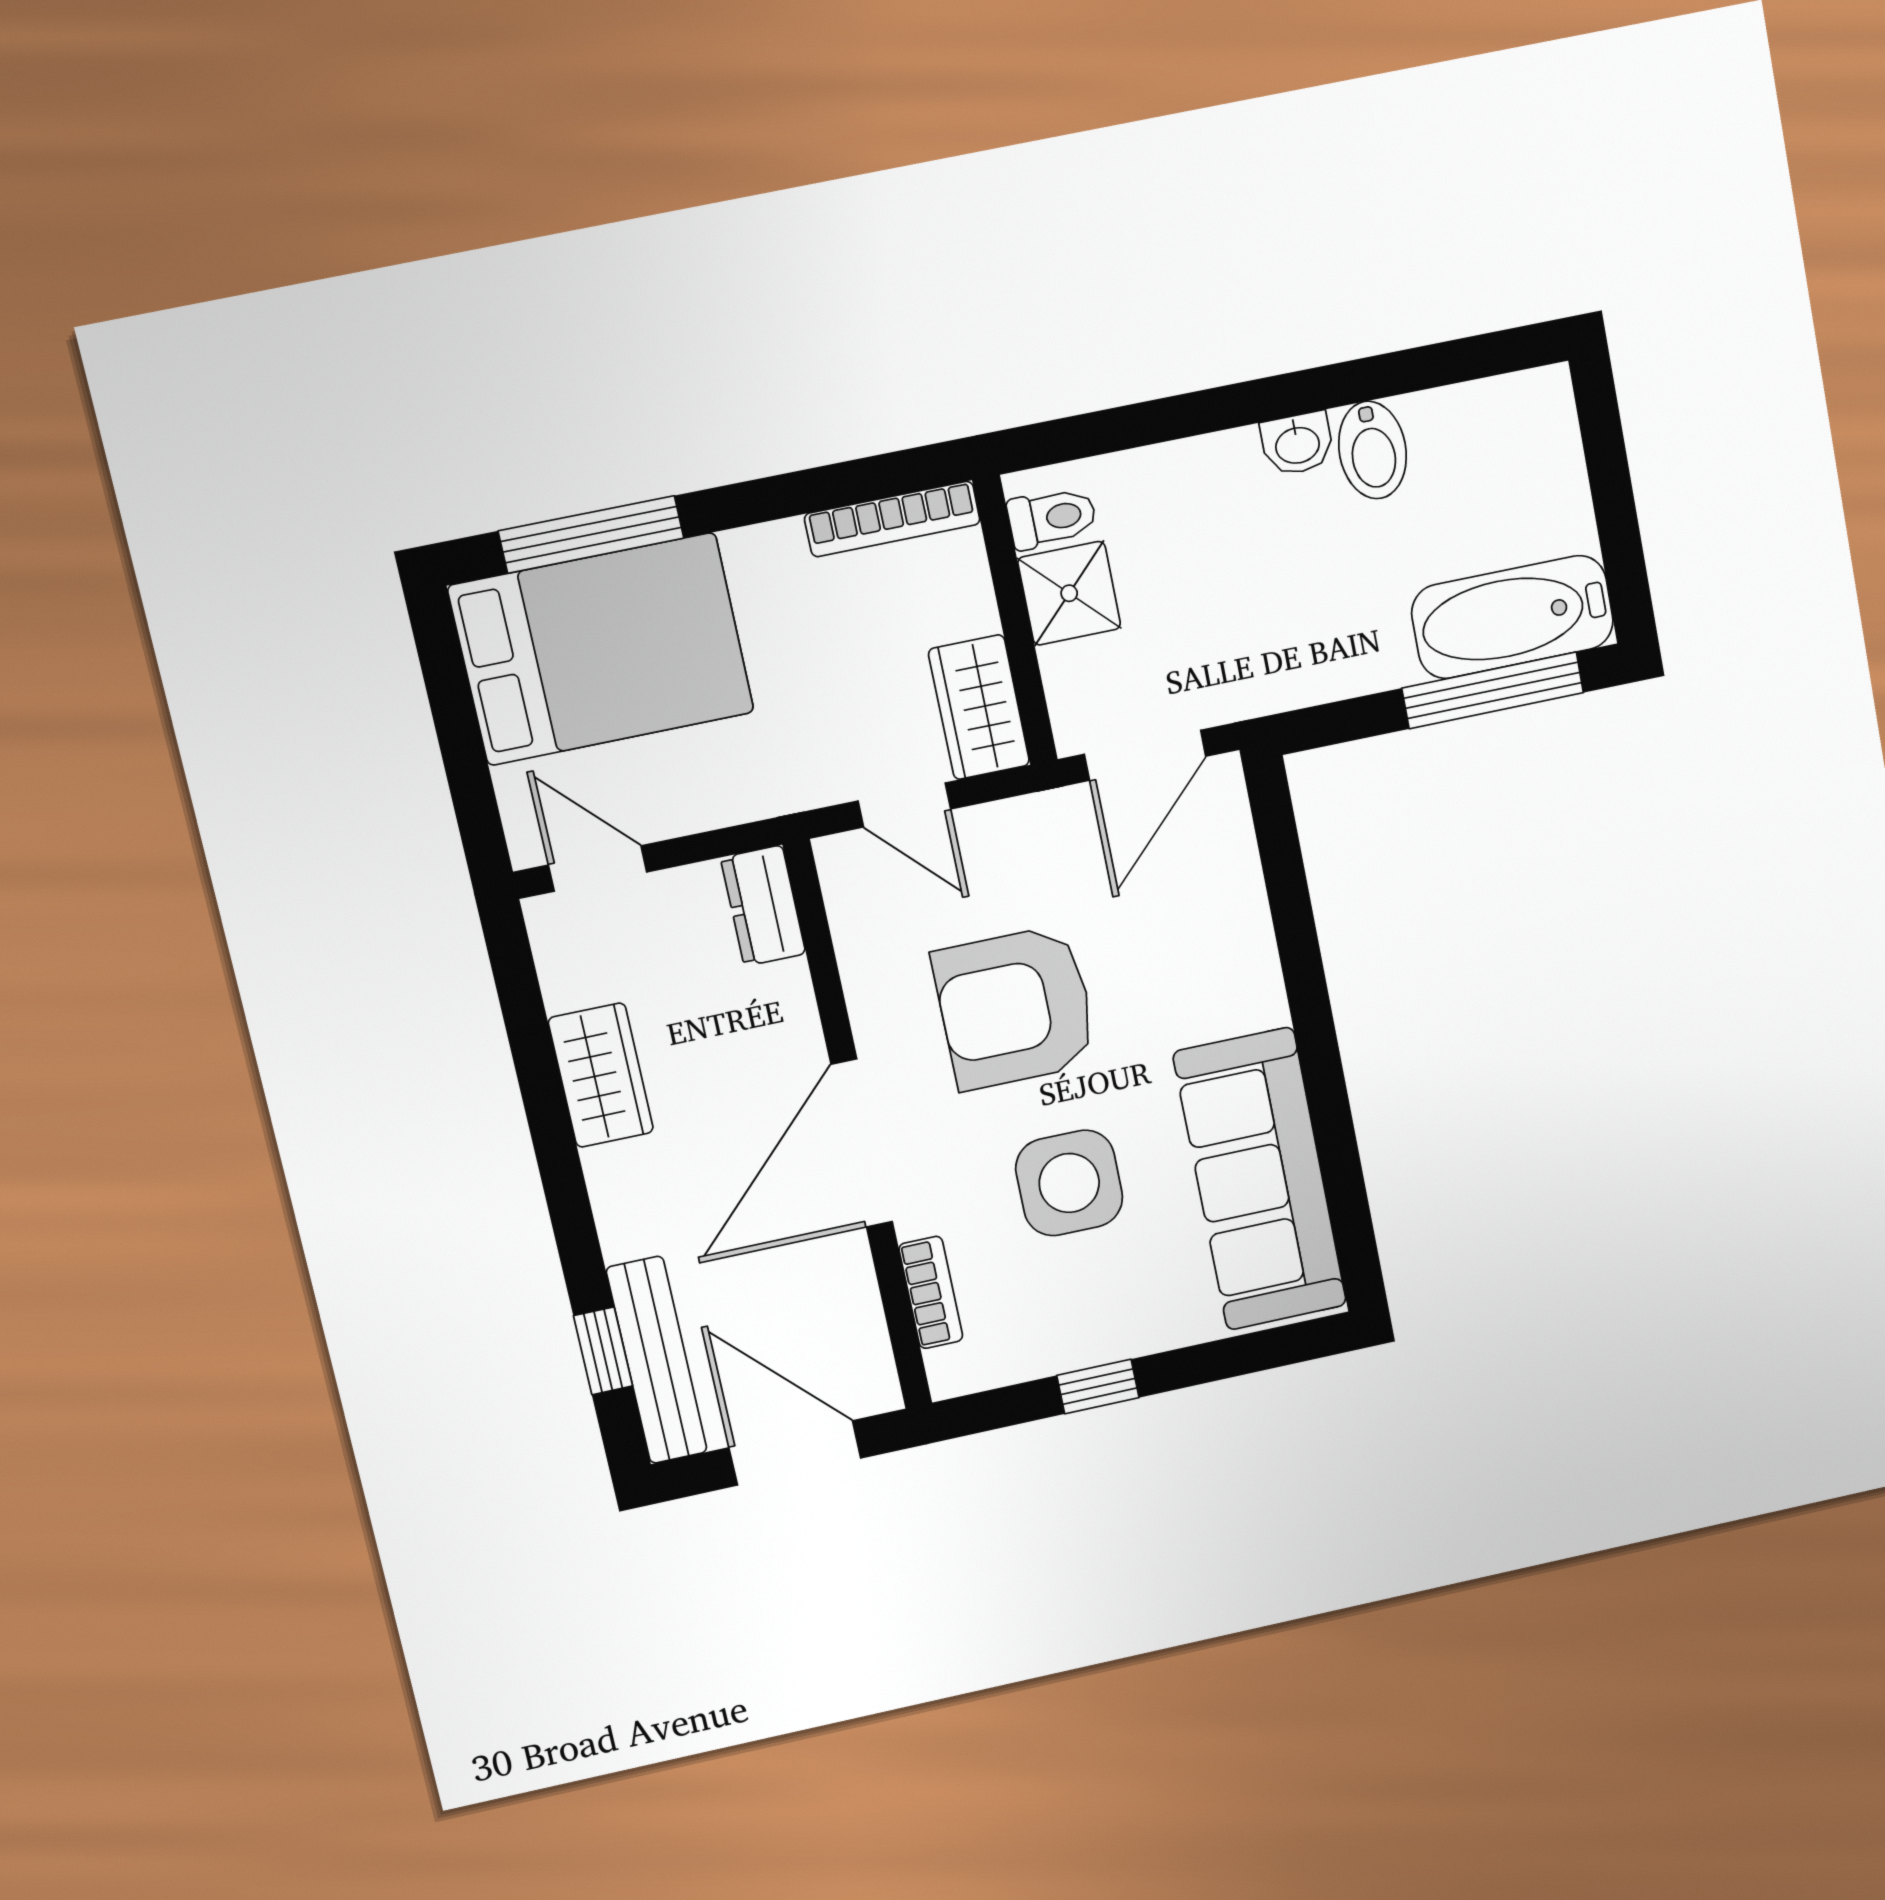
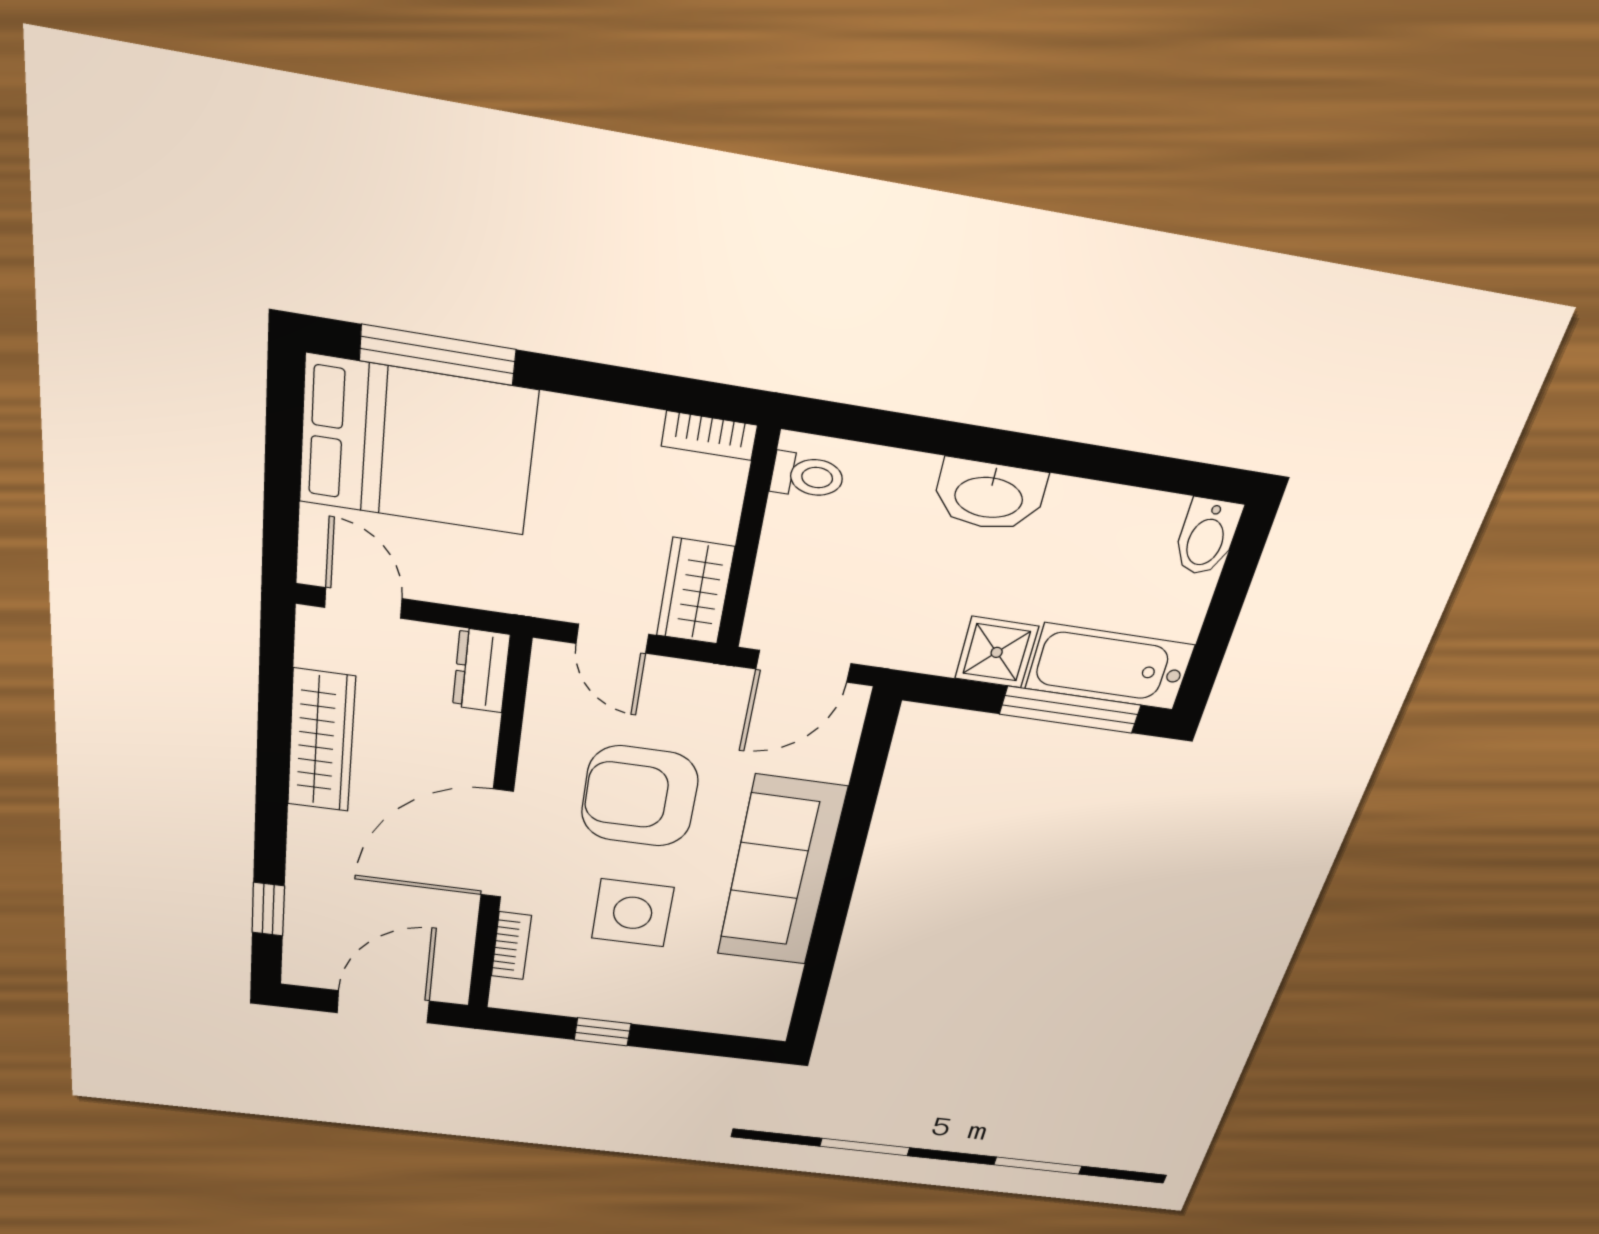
washbasin: (1297, 444) -> (989, 496), width x1.91, depth x1.45
bidet: (1373, 450) -> (1207, 537), moved
bookcase: (892, 519) -> (709, 436), width x0.64
shower: (1069, 593) -> (997, 652), moved
wardrobe: (601, 1075) -> (321, 741), width x1.50
sofa: (1260, 1179) -> (781, 872), moved
bench: (657, 1360) -> (305, 926), removed
door: (795, 1453) -> (383, 1007), hinge flipped

